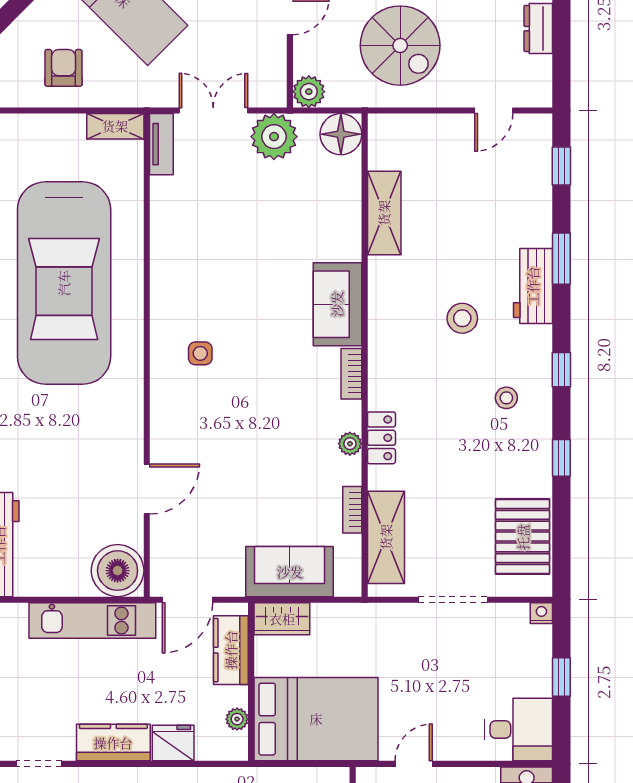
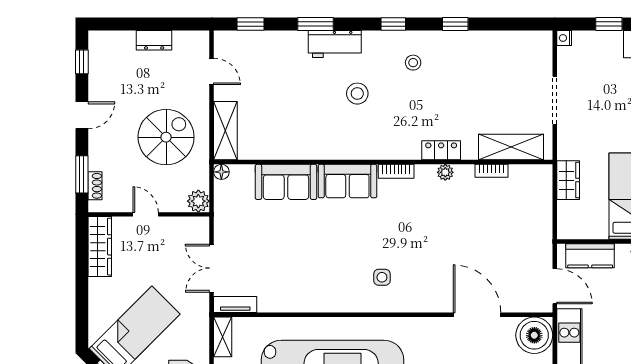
floor lamp: (341, 134) -> (221, 172), width x0.53, depth x0.53
plant: (274, 137) -> (230, 226), removed
shelving: (384, 213) -> (225, 131), moved, turned 90
door: (147, 489) -> (477, 315), width x1.36
pallet: (523, 537) -> (510, 51), removed
sofa: (290, 572) -> (286, 182), moved, turned -90
wardrobe: (282, 619) -> (568, 180), moved

